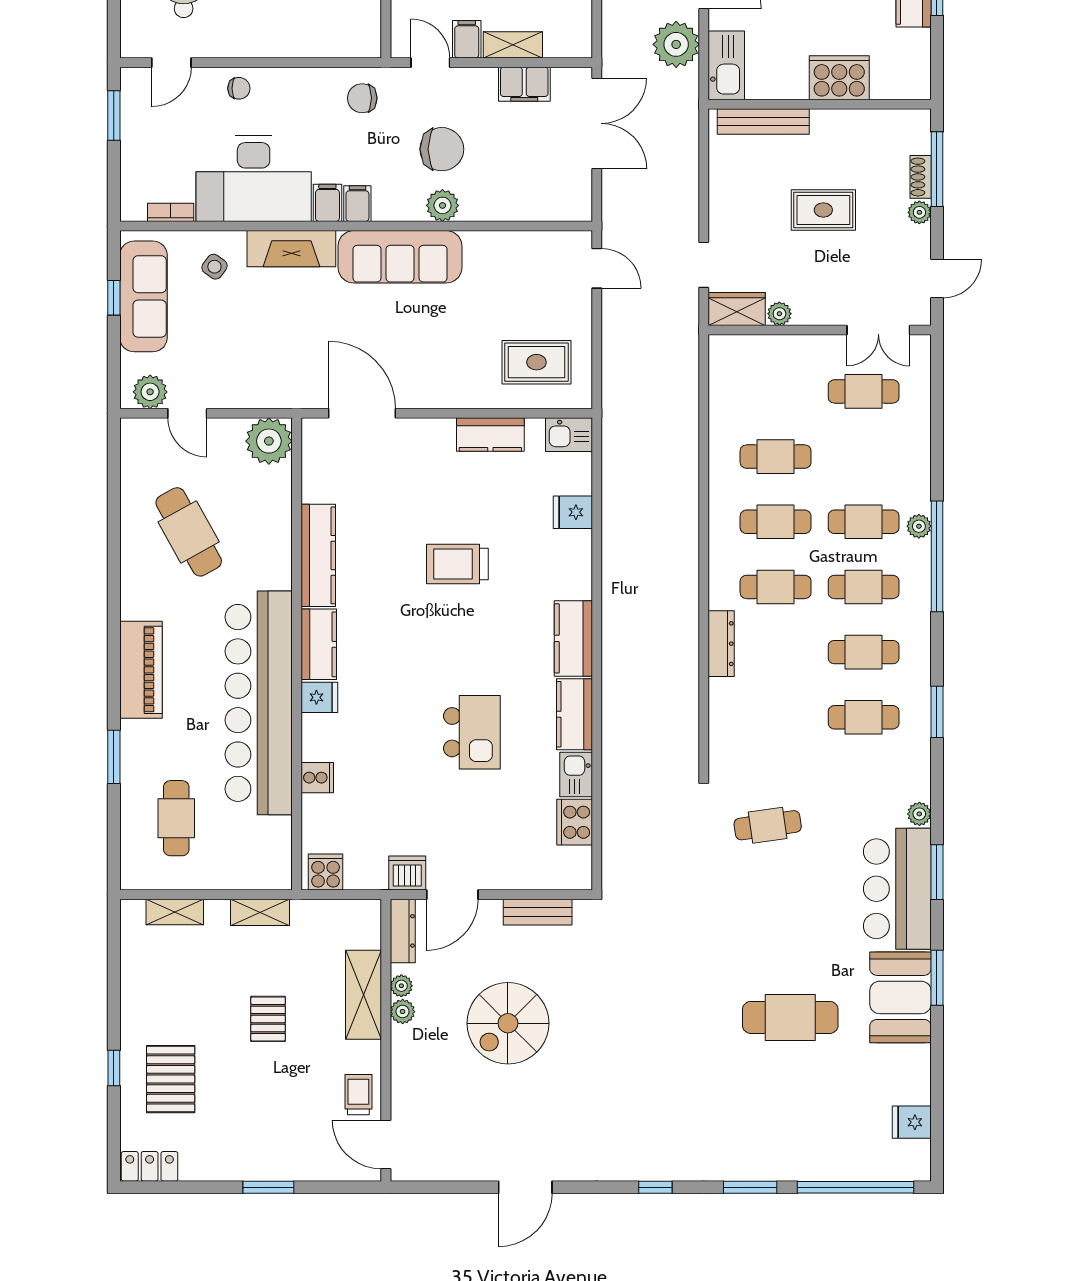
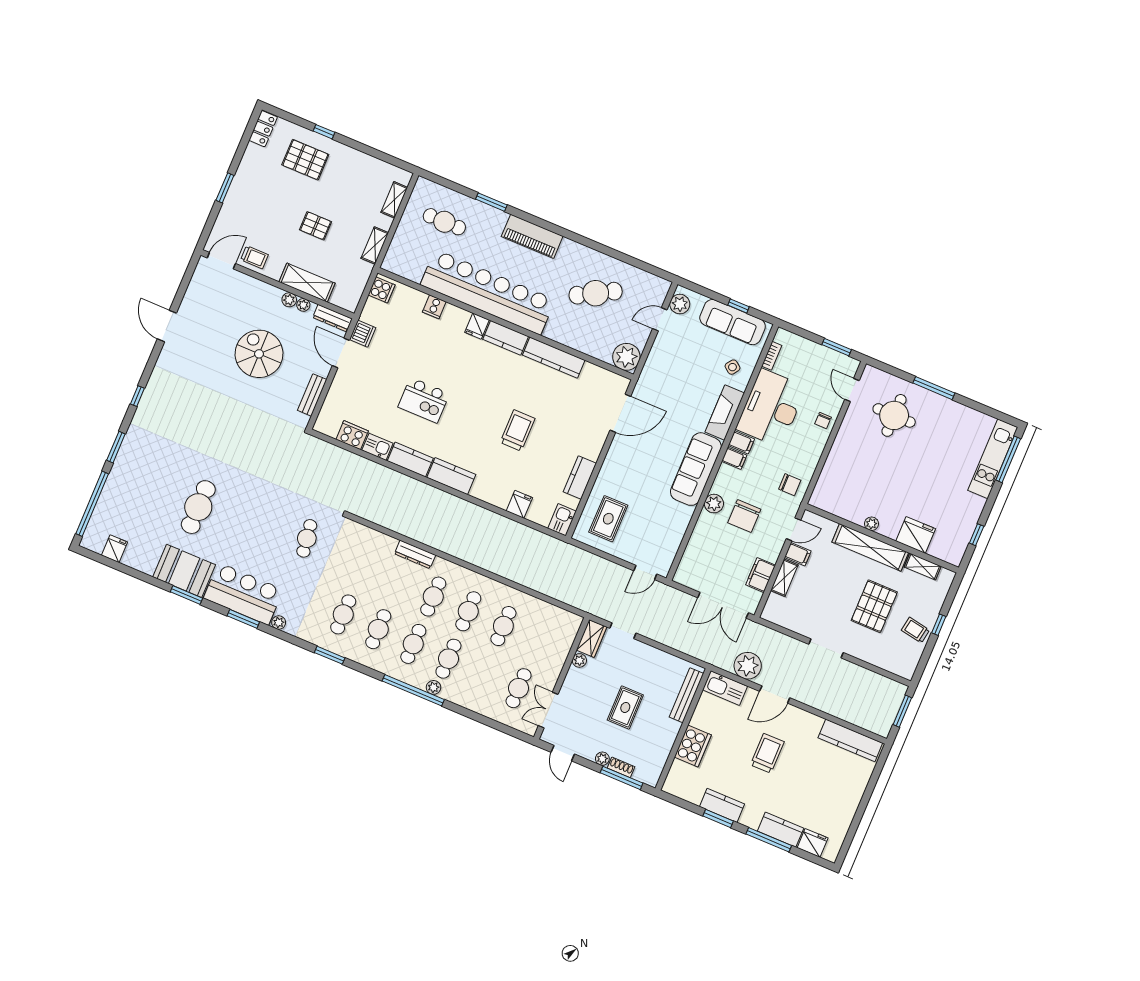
chair: (362, 98) -> (790, 485), turned 90

